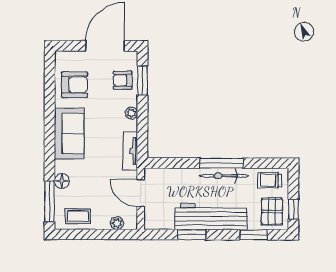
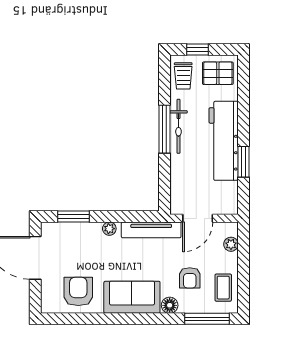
armchair: (123, 80) -> (190, 278), moved
tv unit: (130, 151) -> (151, 230), width x1.41
floor lamp: (62, 181) -> (170, 305), moved
window: (293, 209) -> (197, 50), moved
window: (253, 235) -> (243, 94), removed

